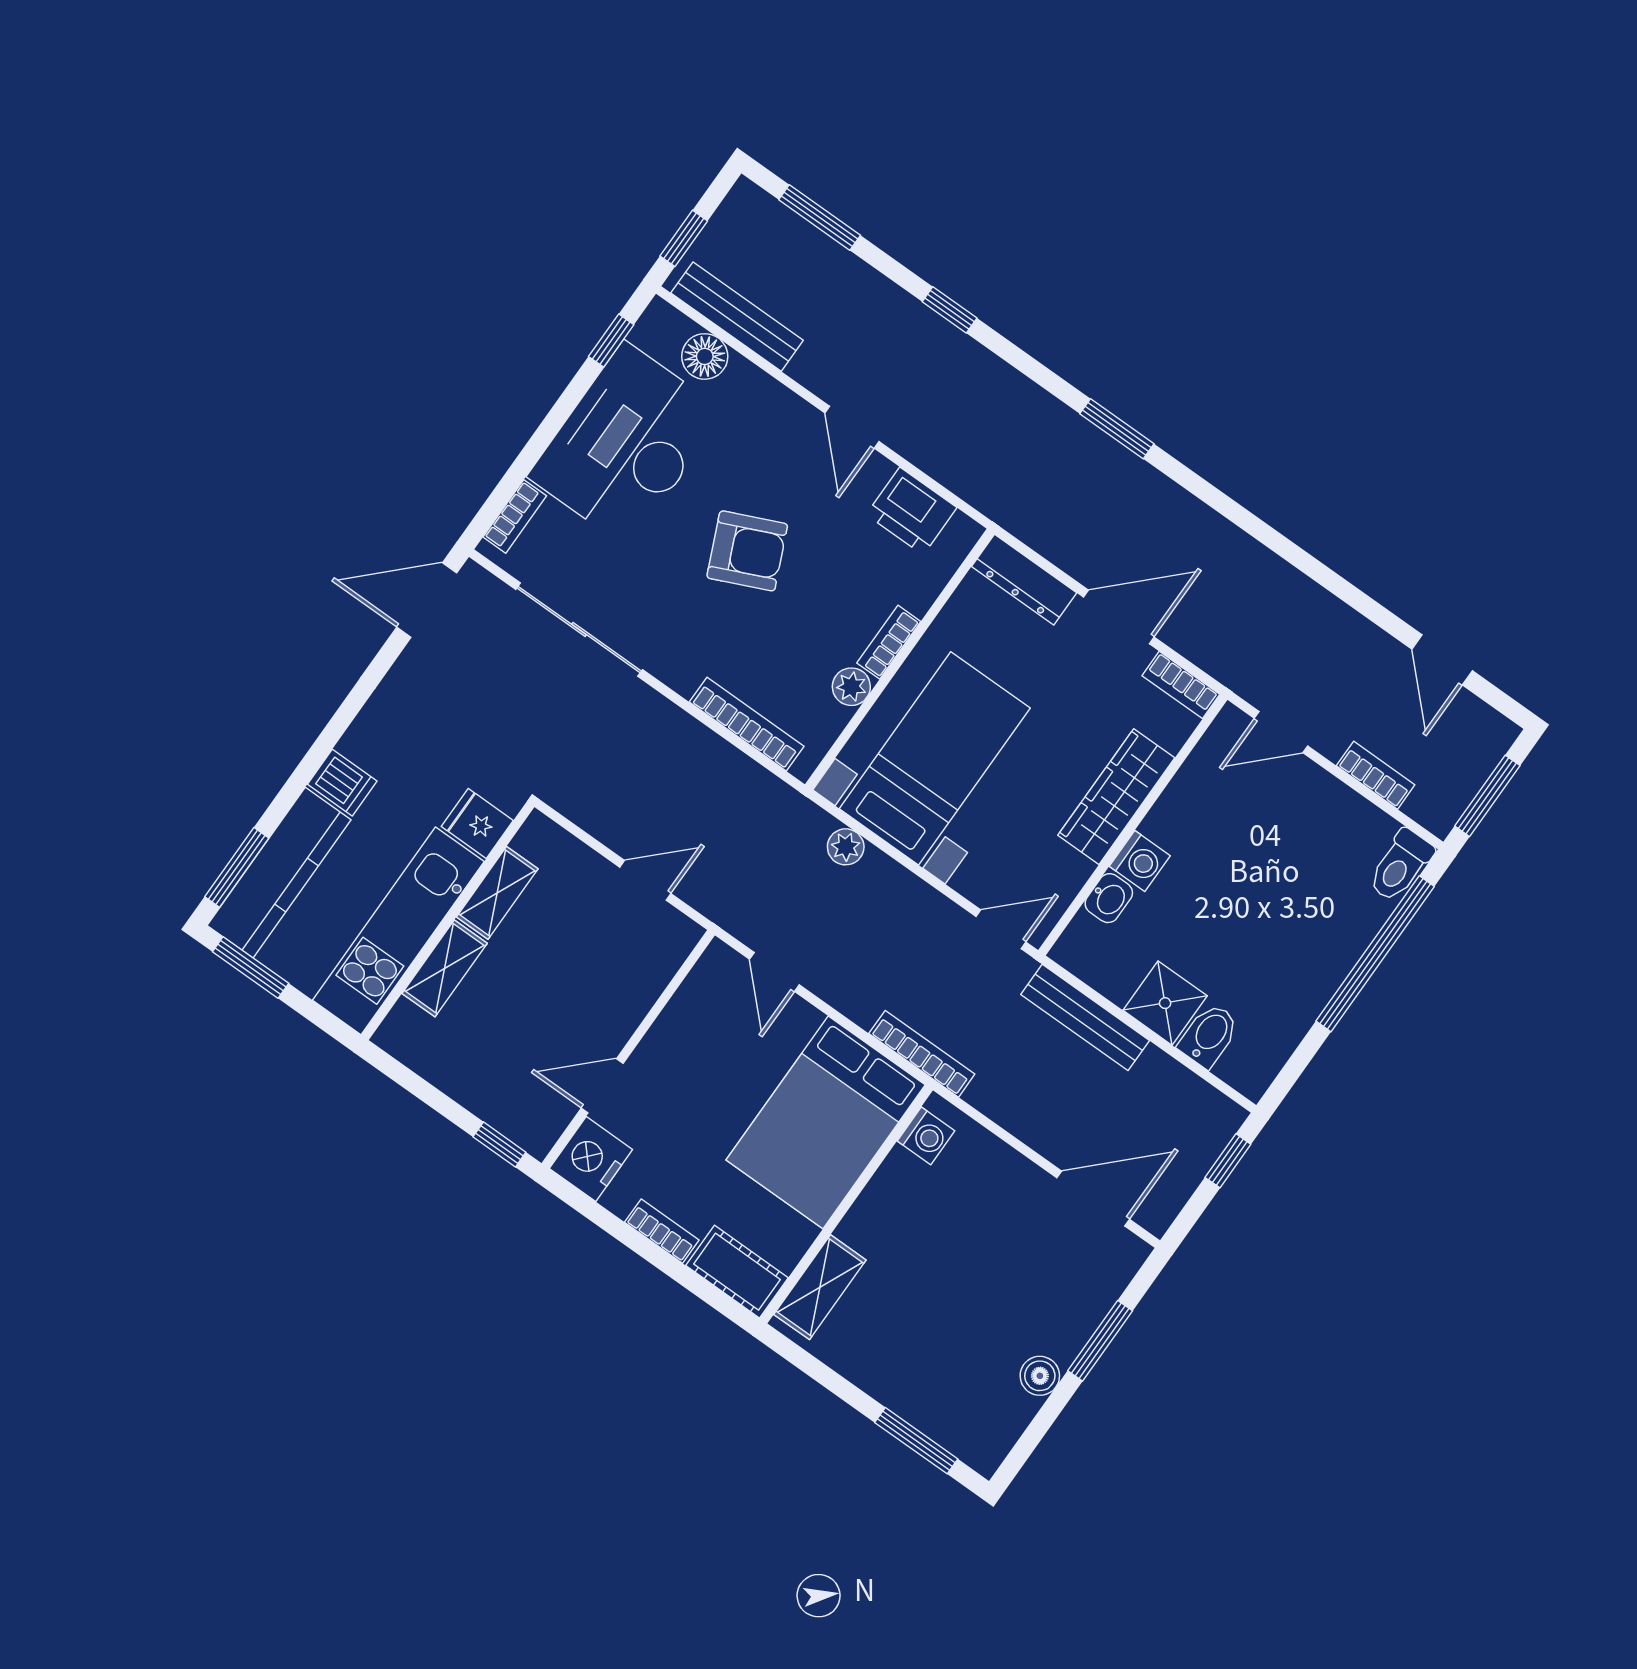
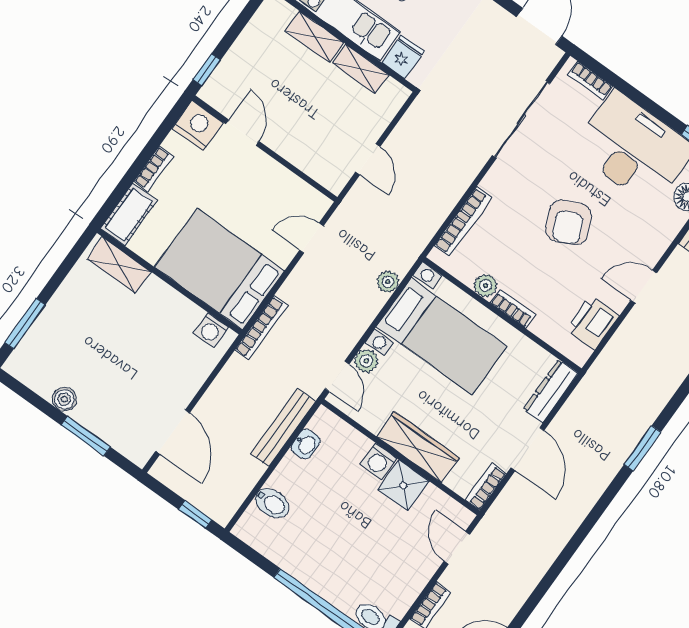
plant: (975, 882) -> (366, 361), added
washbasin: (1109, 898) -> (306, 444), moved, turned -90
shower: (1165, 1003) -> (403, 485), moved

